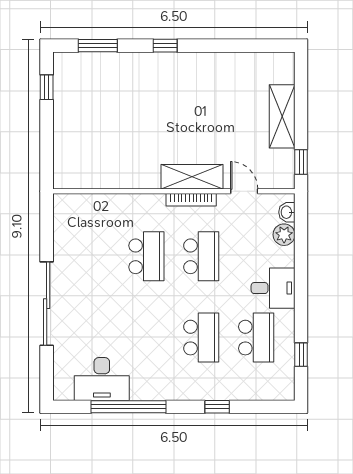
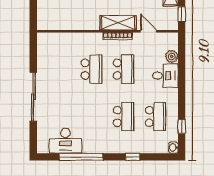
washbasin: (287, 212) -> (173, 147), moved
desk: (273, 288) -> (165, 76), moved

